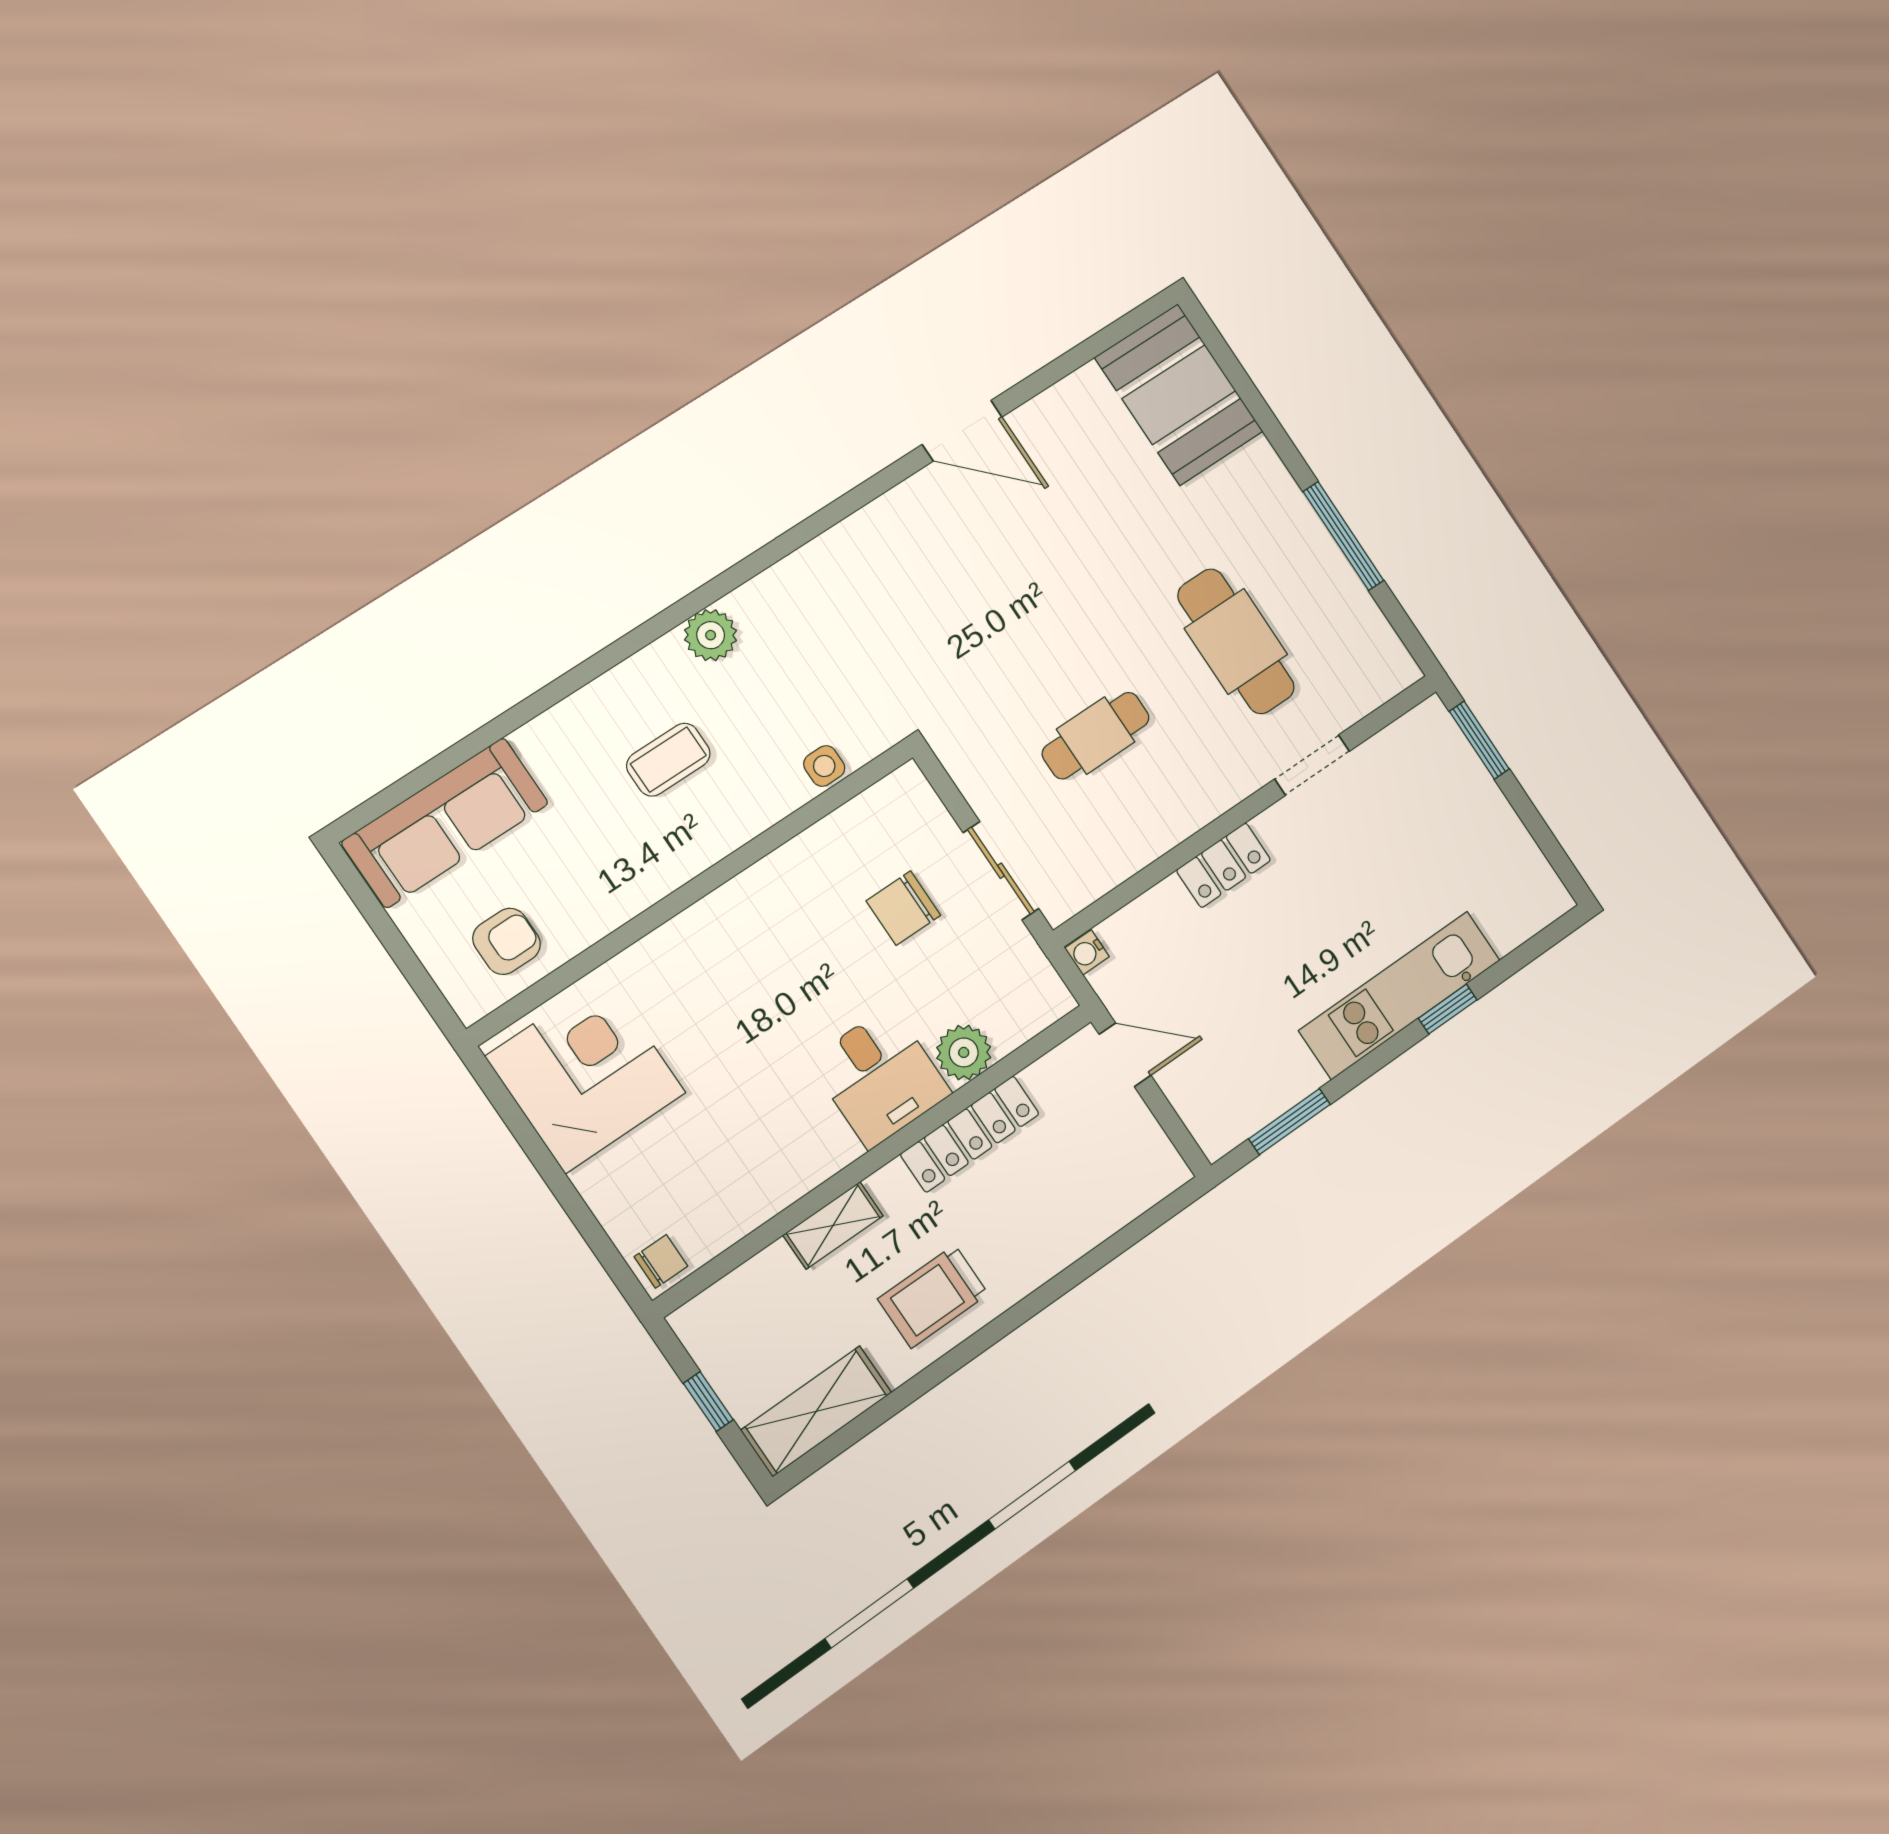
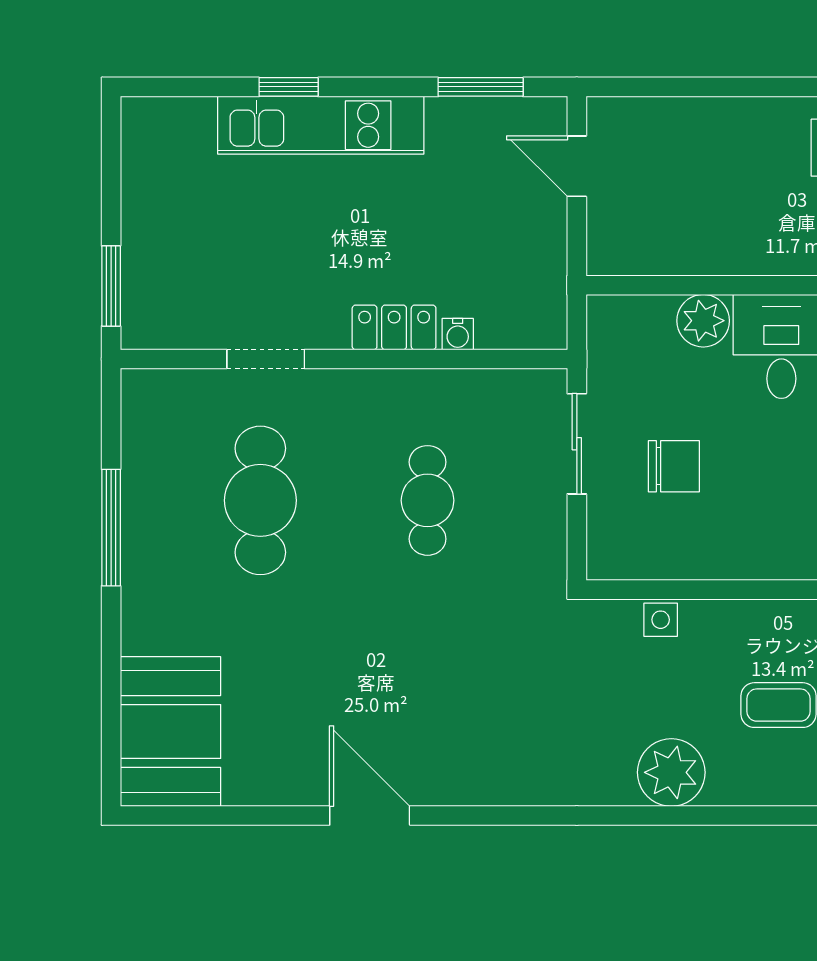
plant: (711, 635) -> (671, 772), width x1.36, depth x1.36
cafe table: (1096, 736) -> (428, 500), turned 90
water cooler: (1087, 952) -> (458, 334), moved, turned 90
door: (1125, 1055) -> (577, 166), moved
locker: (970, 1134) -> (741, 254), removed

